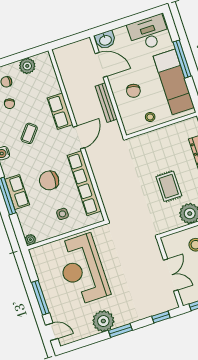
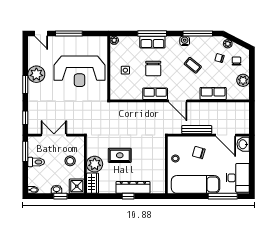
window: (182, 59) -> (223, 196), moved
door: (101, 65) -> (226, 135), hinge flipped
row of seats: (60, 111) -> (213, 93), moved
chair: (49, 180) -> (153, 68), turned 180
row of seats: (84, 183) -> (155, 94), width x0.50
reception desk: (82, 269) -> (80, 71), turned 180
double door: (171, 275) -> (54, 135), swing flipped
door: (52, 332) -> (41, 33), hinge flipped

